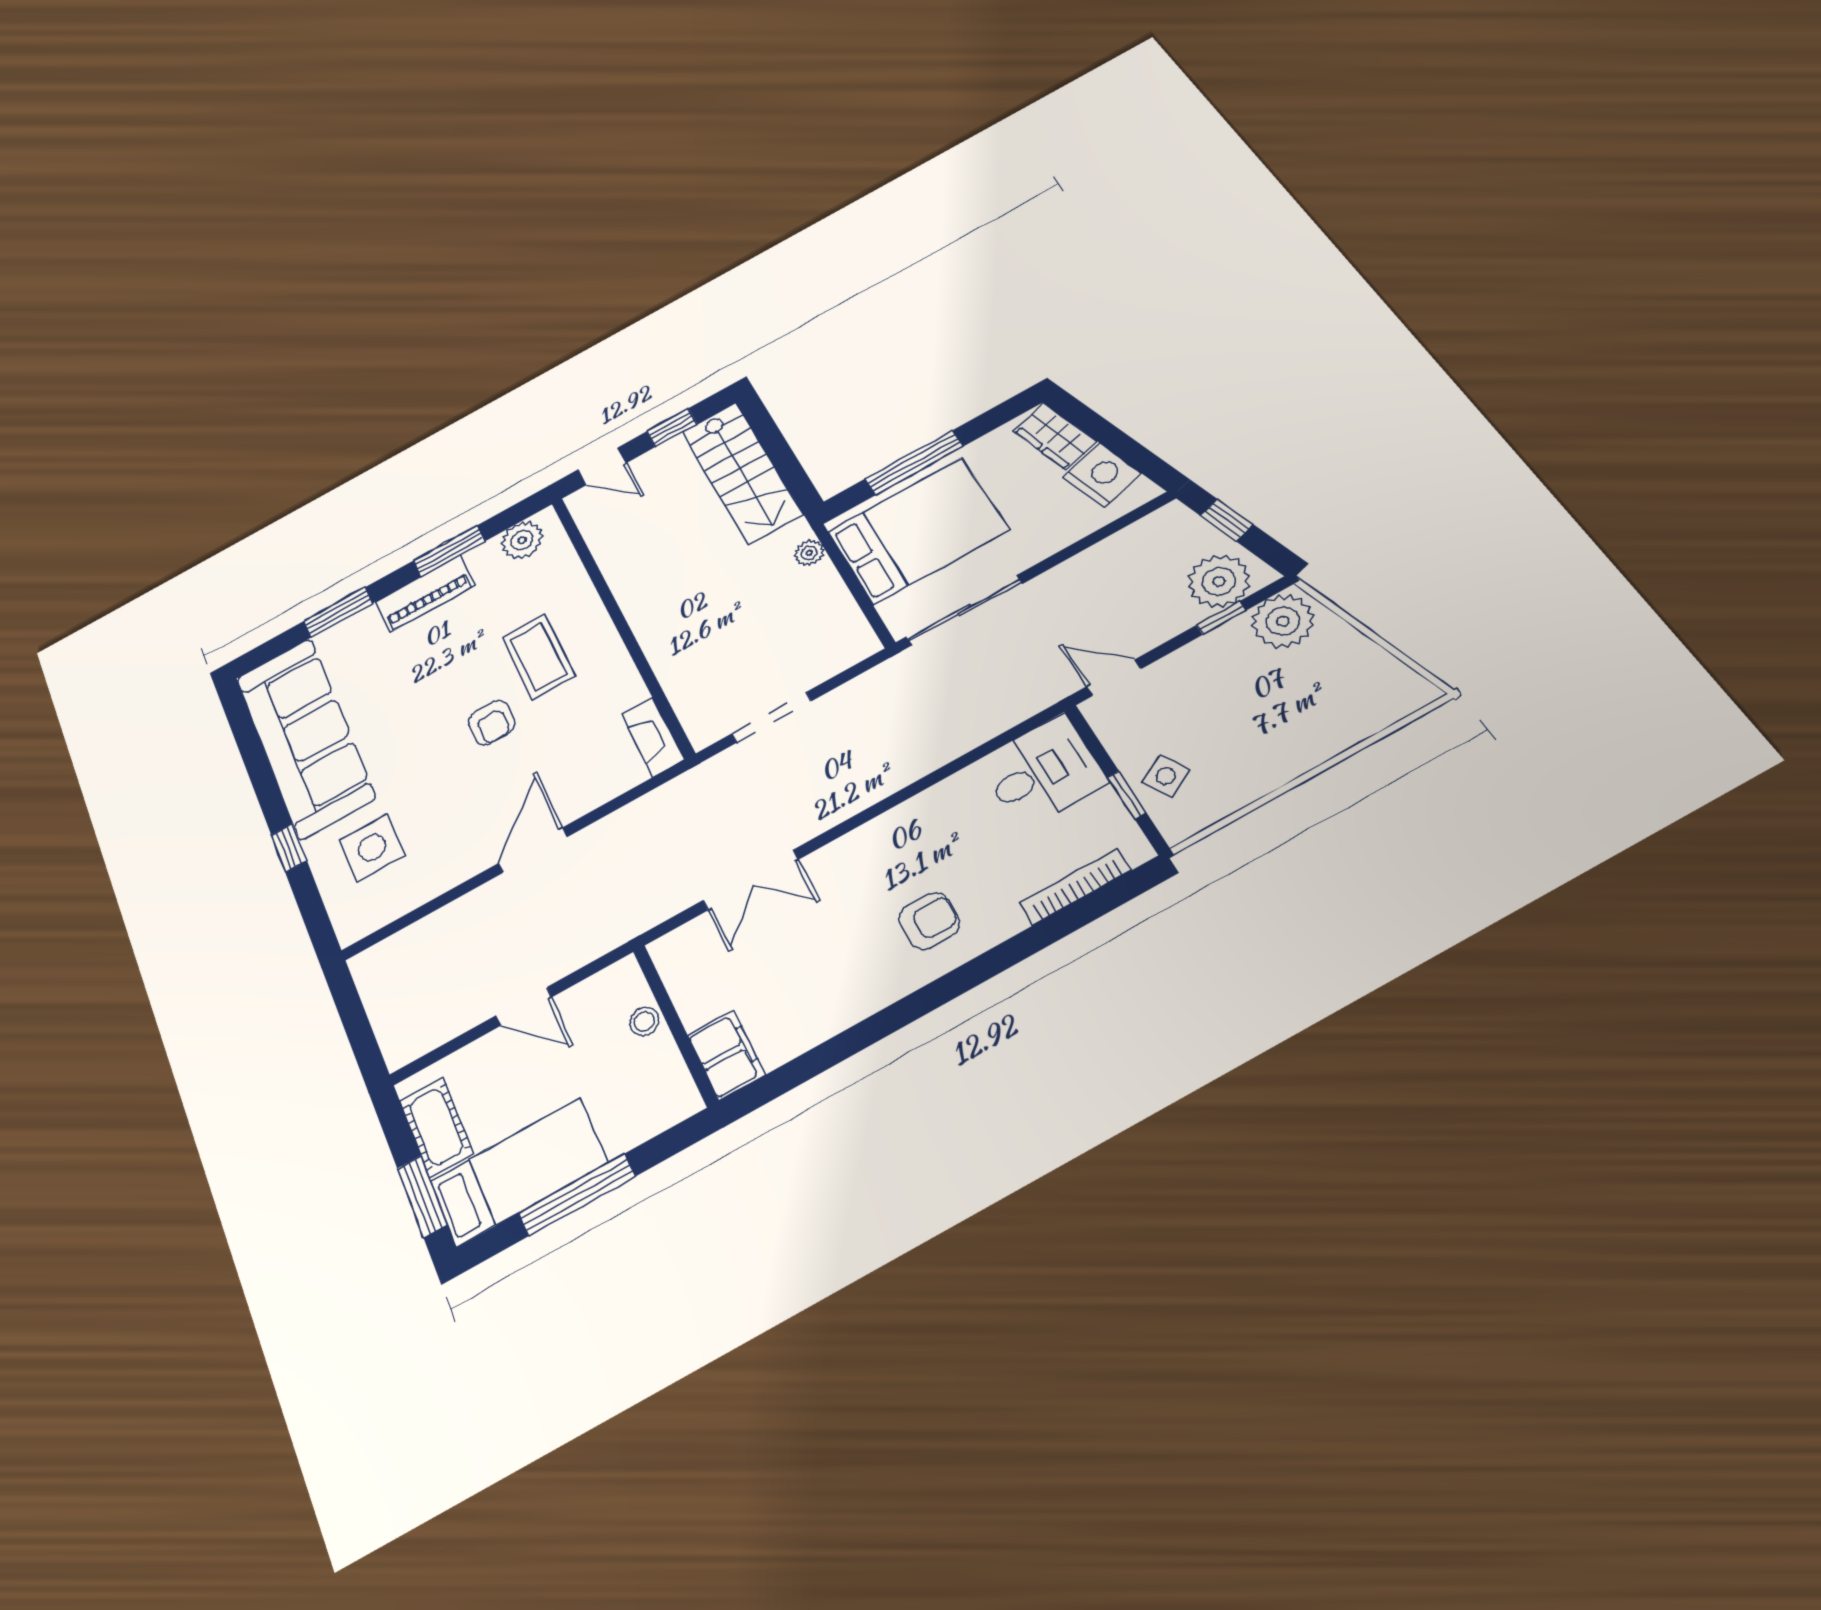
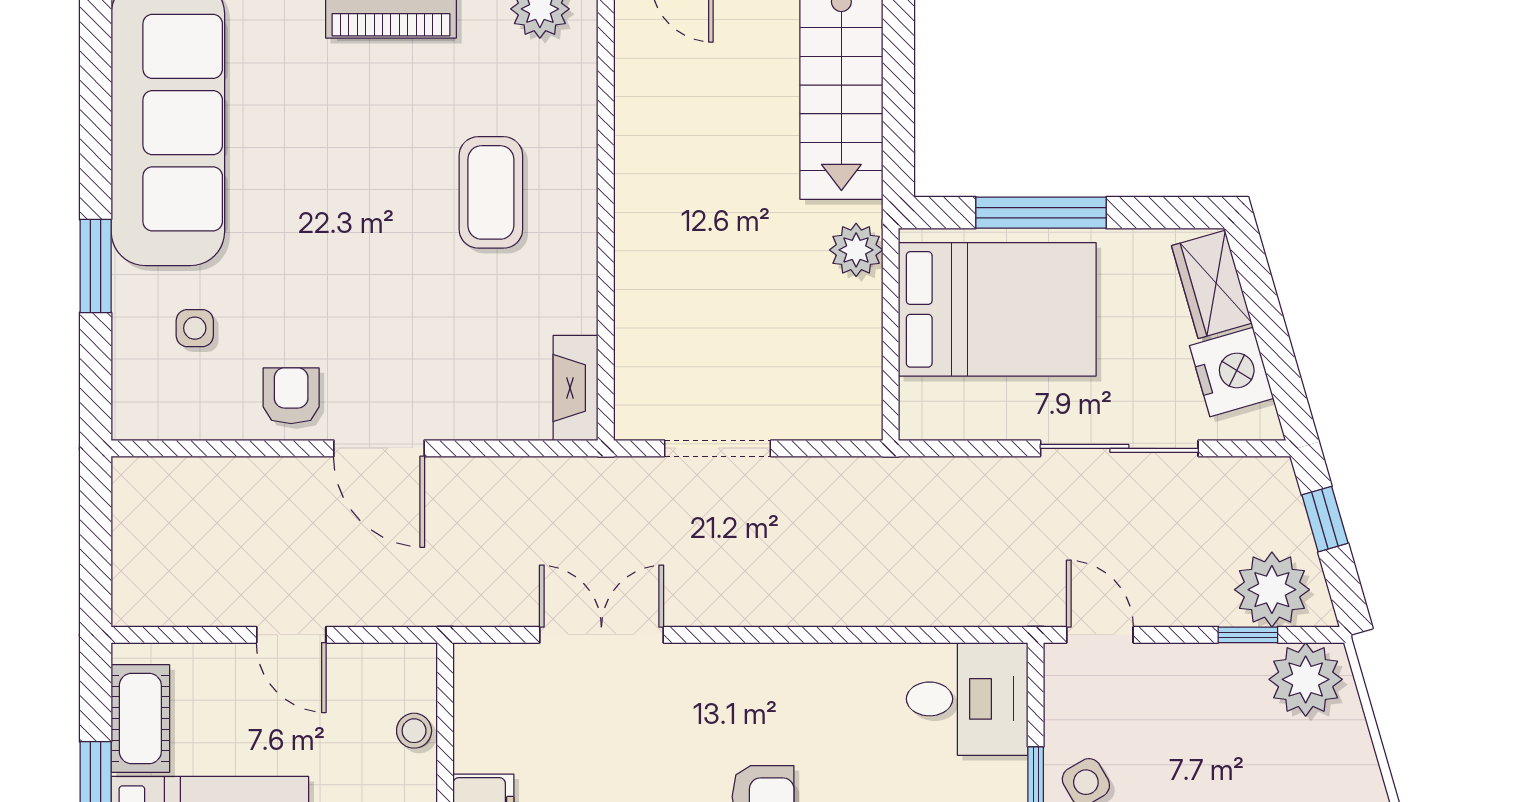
plant: (809, 553) -> (856, 250), width x1.38, depth x1.38
sliding door: (964, 610) -> (1119, 448), moved
armchair: (492, 723) -> (291, 396), moved, turned 180
window: (289, 848) -> (96, 266), width x1.50
side table: (372, 848) -> (195, 328), width x0.54, depth x0.54
door: (533, 850) -> (379, 448), swing flipped
double door: (751, 880) -> (601, 635), swing flipped

